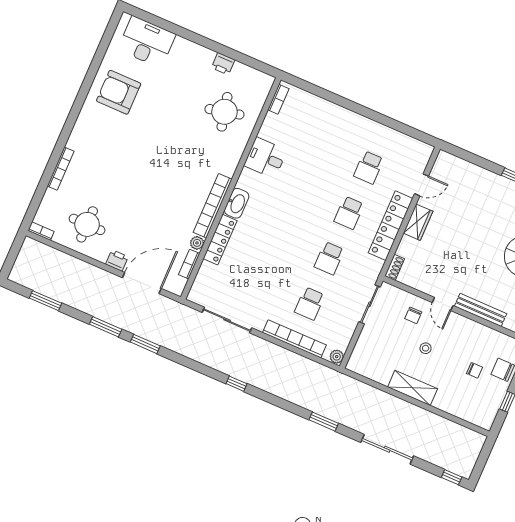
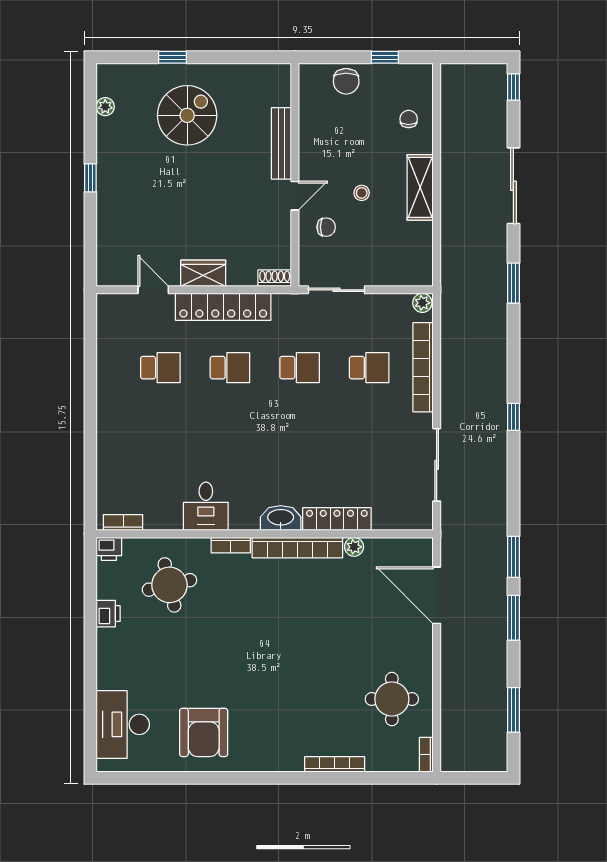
printer: (117, 261) -> (109, 549), moved, turned -90
bookcase: (189, 264) -> (231, 545), moved
chair: (474, 370) -> (409, 119), moved

